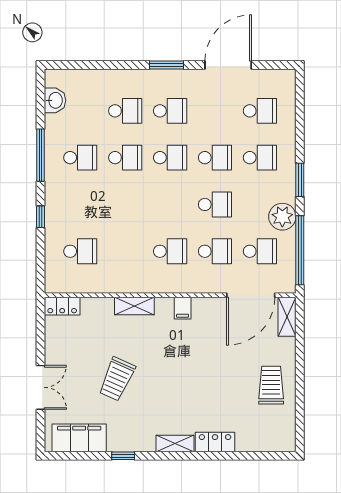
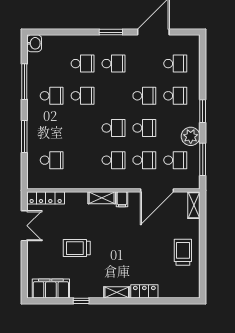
washbasin: (55, 100) -> (34, 43), moved
window: (40, 155) -> (24, 82), moved
school desk: (170, 158) -> (113, 128), moved
window: (40, 217) -> (24, 136), width x2.17
window: (300, 250) -> (203, 159), width x0.68
door: (251, 295) -> (157, 190), moved
locker: (62, 306) -> (46, 198), width x1.53
shelving: (134, 306) -> (102, 198), moved
trolley: (117, 379) -> (77, 248), turned 66
double door: (40, 387) -> (24, 226), moved

